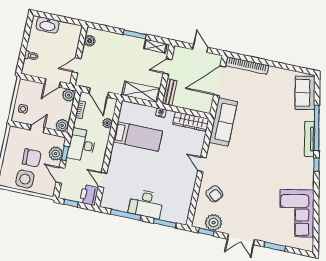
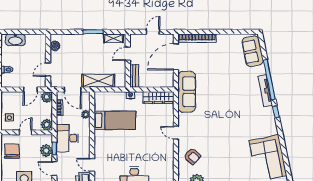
door: (200, 48) -> (153, 32), hinge flipped
shelving: (141, 92) -> (98, 81), moved
chair: (32, 158) -> (12, 151), moved, turned -90

